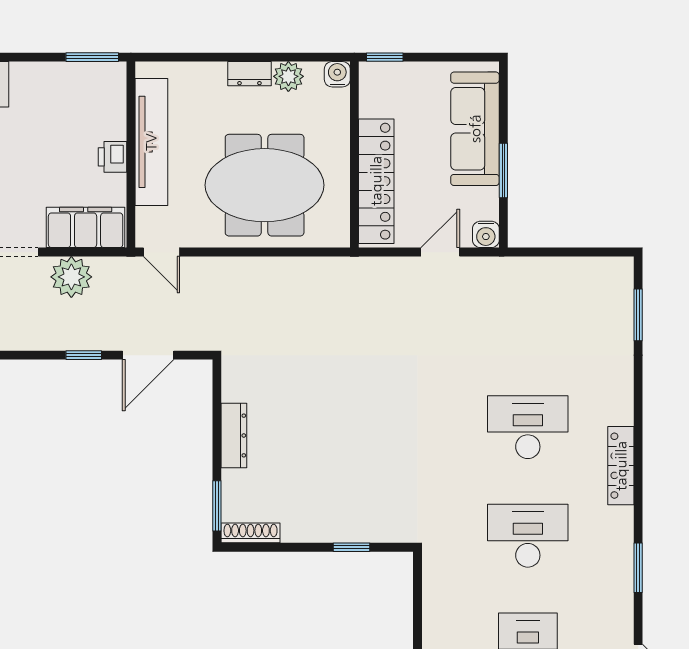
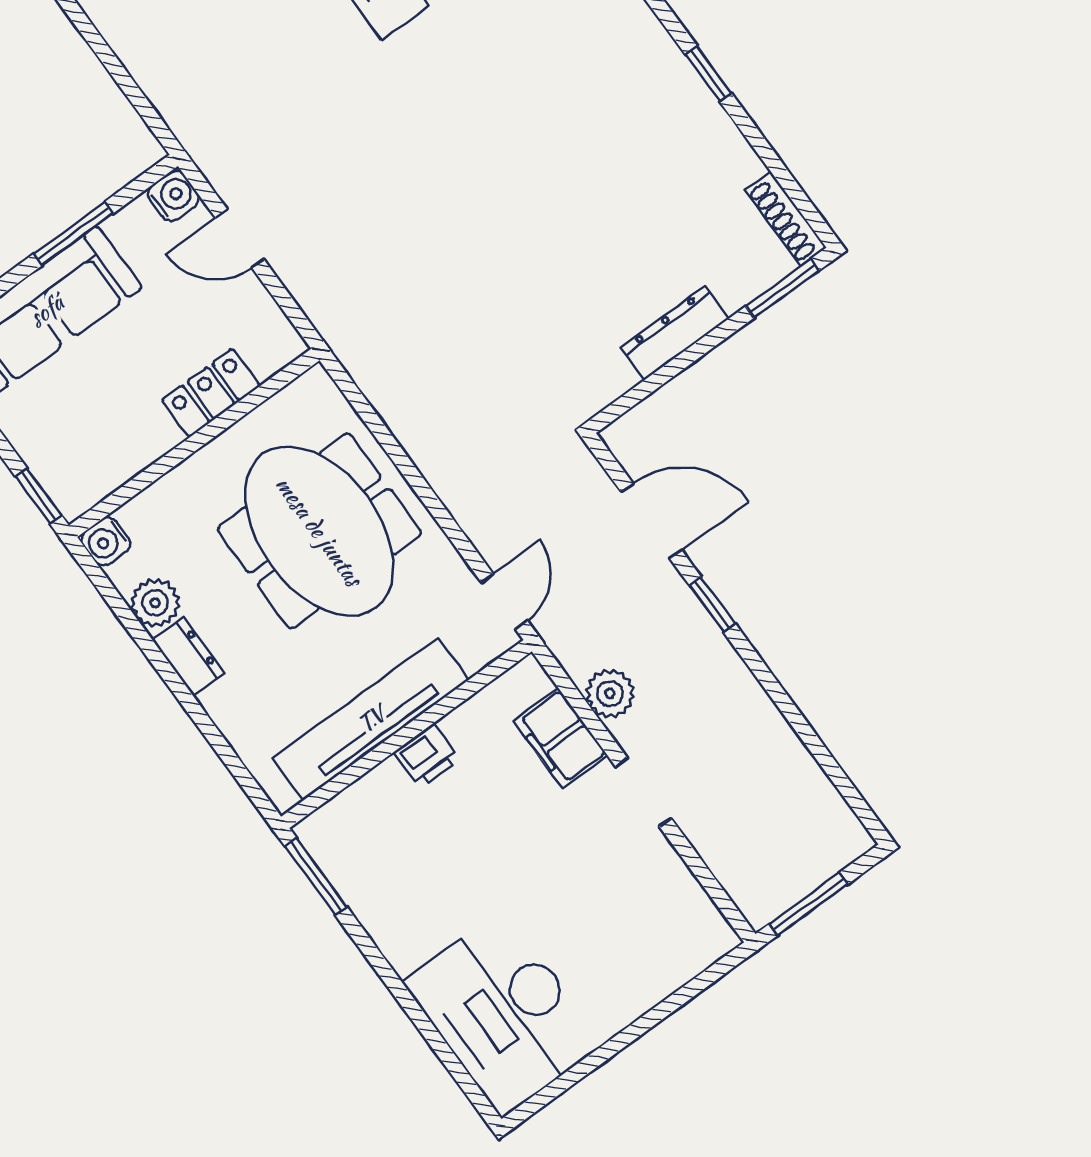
locker: (376, 181) -> (211, 393), width x0.46, depth x0.83
filing cabinet: (86, 227) -> (561, 738), width x0.67, depth x0.86
plant: (71, 277) -> (610, 693), width x0.73, depth x0.73

